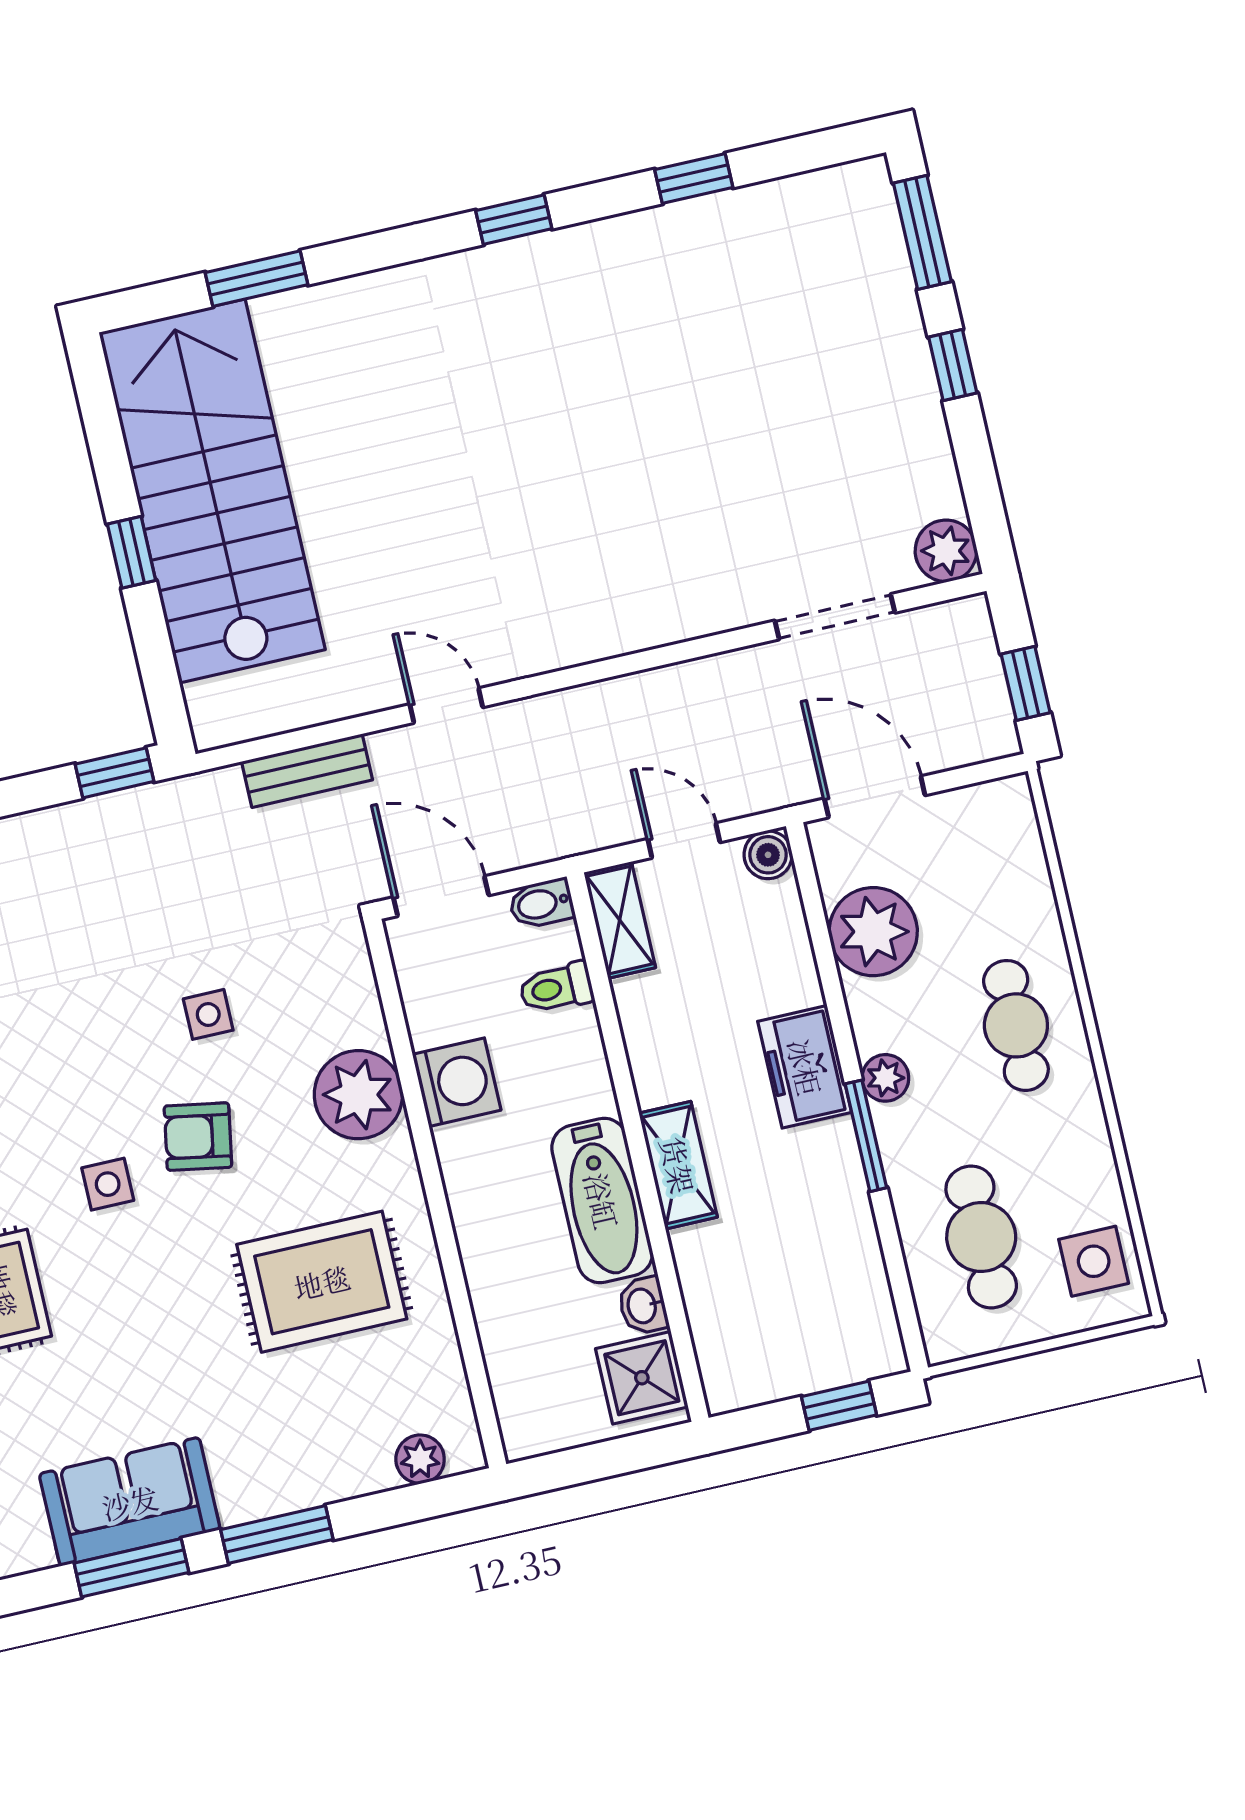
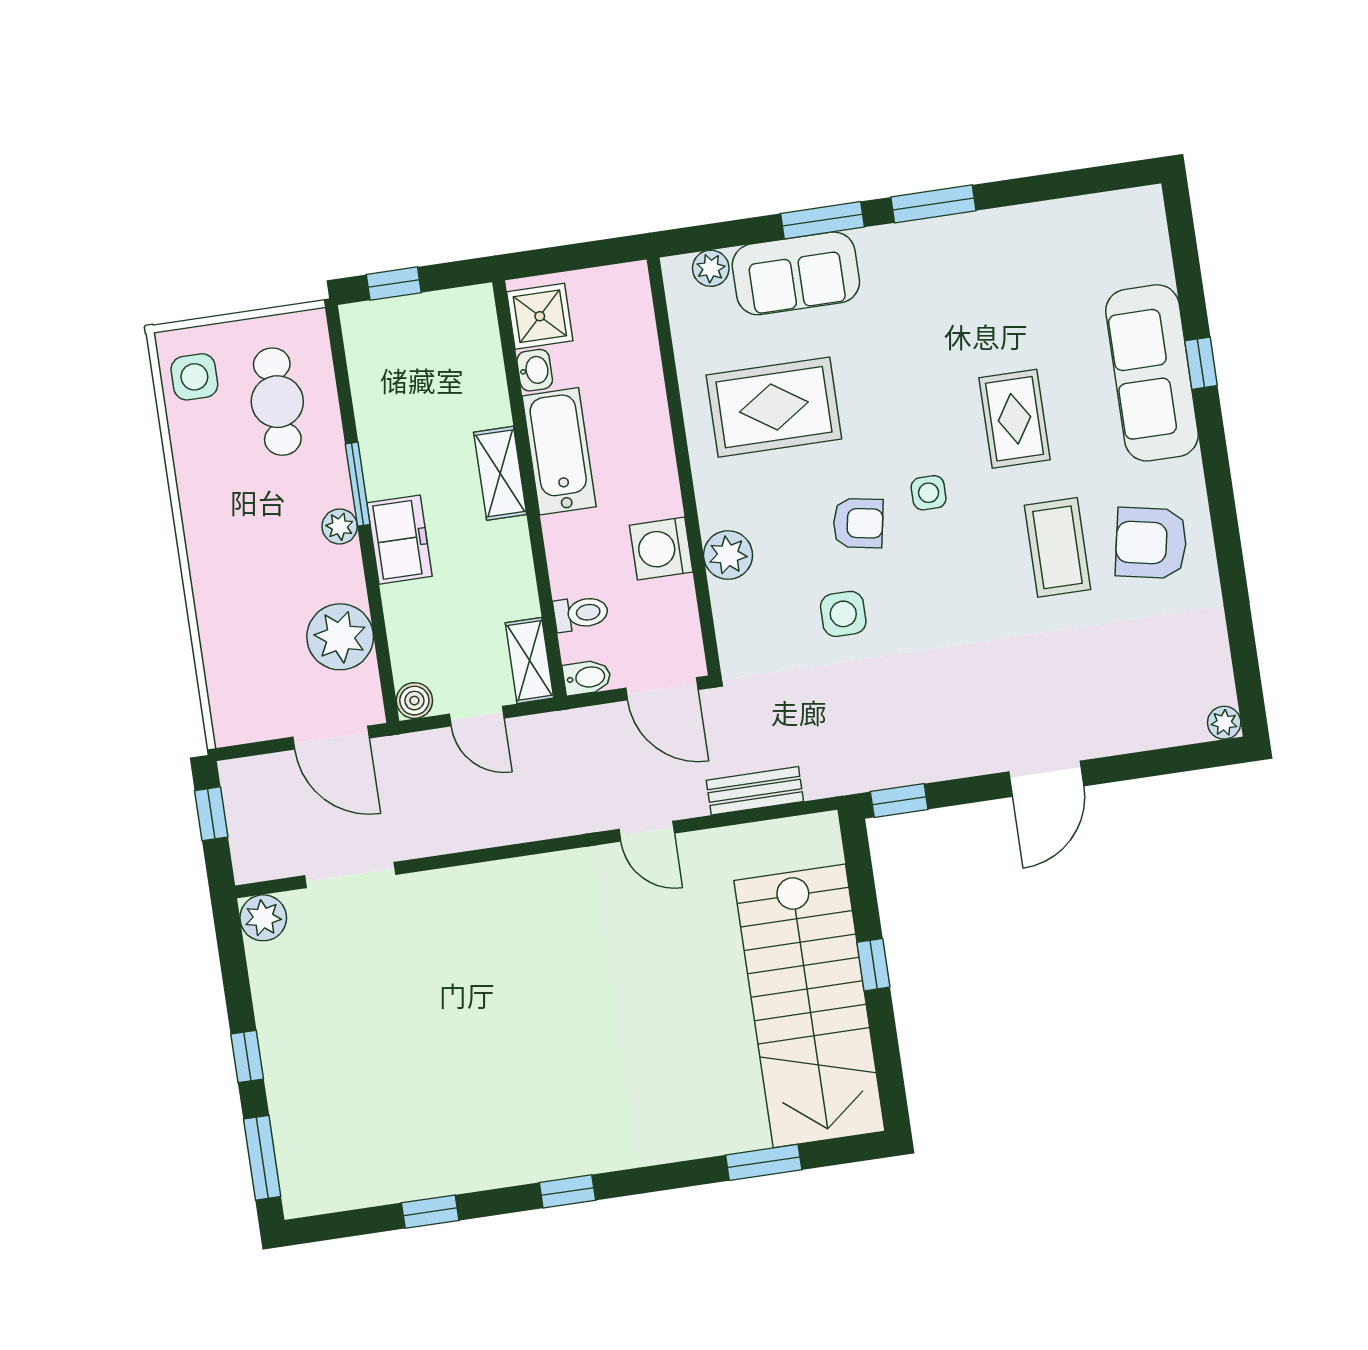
side table: (208, 1014) -> (843, 614), width x1.37, depth x1.37
cafe table: (1016, 1025) -> (239, 558), removed
plant: (358, 1095) -> (728, 555), width x0.73, depth x0.73
sofa: (130, 1502) -> (796, 273), moved

